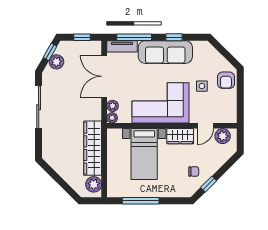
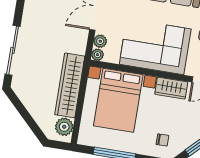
sliding door: (39, 107) -> (13, 50), moved
bed with nightstands: (144, 154) -> (118, 100), width x1.36
chair: (194, 171) -> (162, 140), moved

